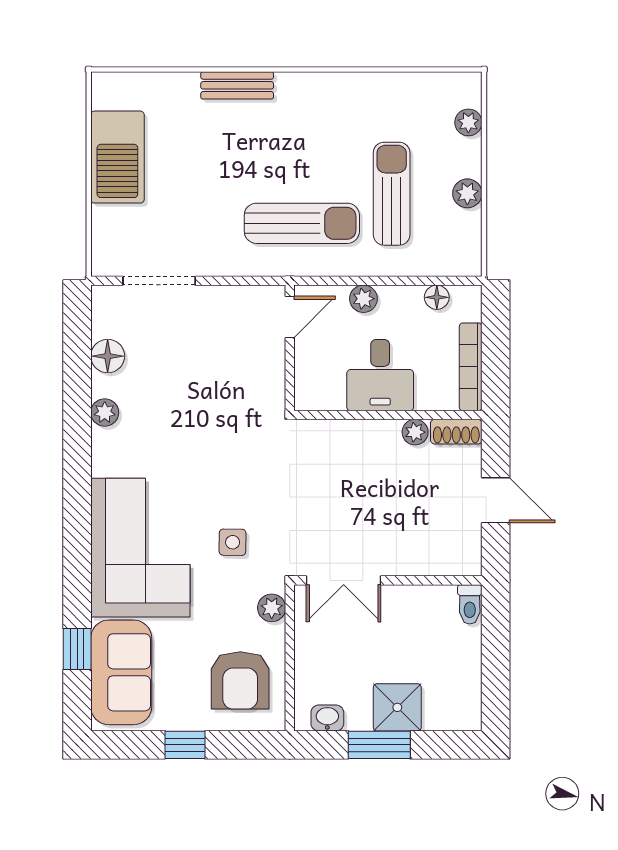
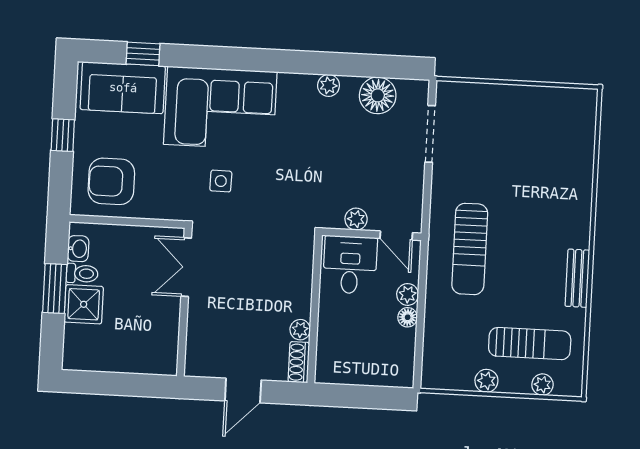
bench: (237, 85) -> (577, 278), moved
barbecue: (117, 157) -> (530, 106), removed
sun lounger: (392, 194) -> (530, 344), moved
floor lamp: (437, 297) -> (408, 317), moved
floor lamp: (108, 356) -> (378, 95), width x1.38, depth x1.38
bookcase: (471, 367) -> (349, 376), removed
desk: (380, 375) -> (350, 265), moved, turned 90
toilet: (470, 604) -> (82, 274), moved, turned 180
plant: (272, 608) -> (356, 219), moved

